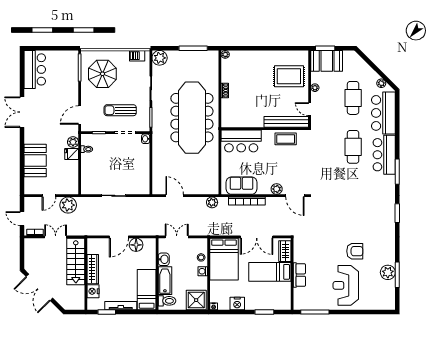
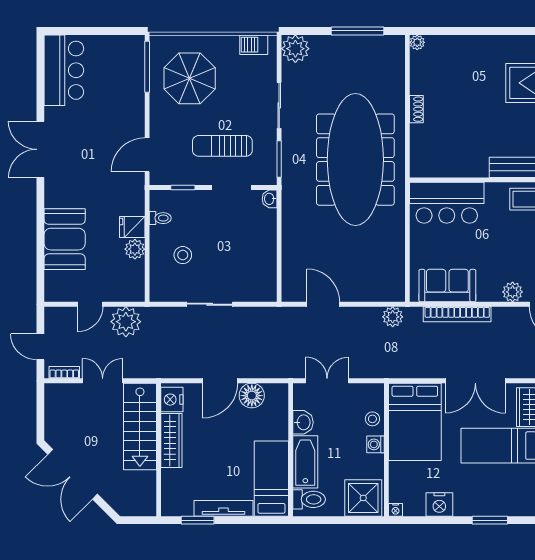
plant: (73, 142) -> (135, 249), moved
stool: (99, 169) -> (183, 255), added
nightstand: (93, 291) -> (172, 400), moved

